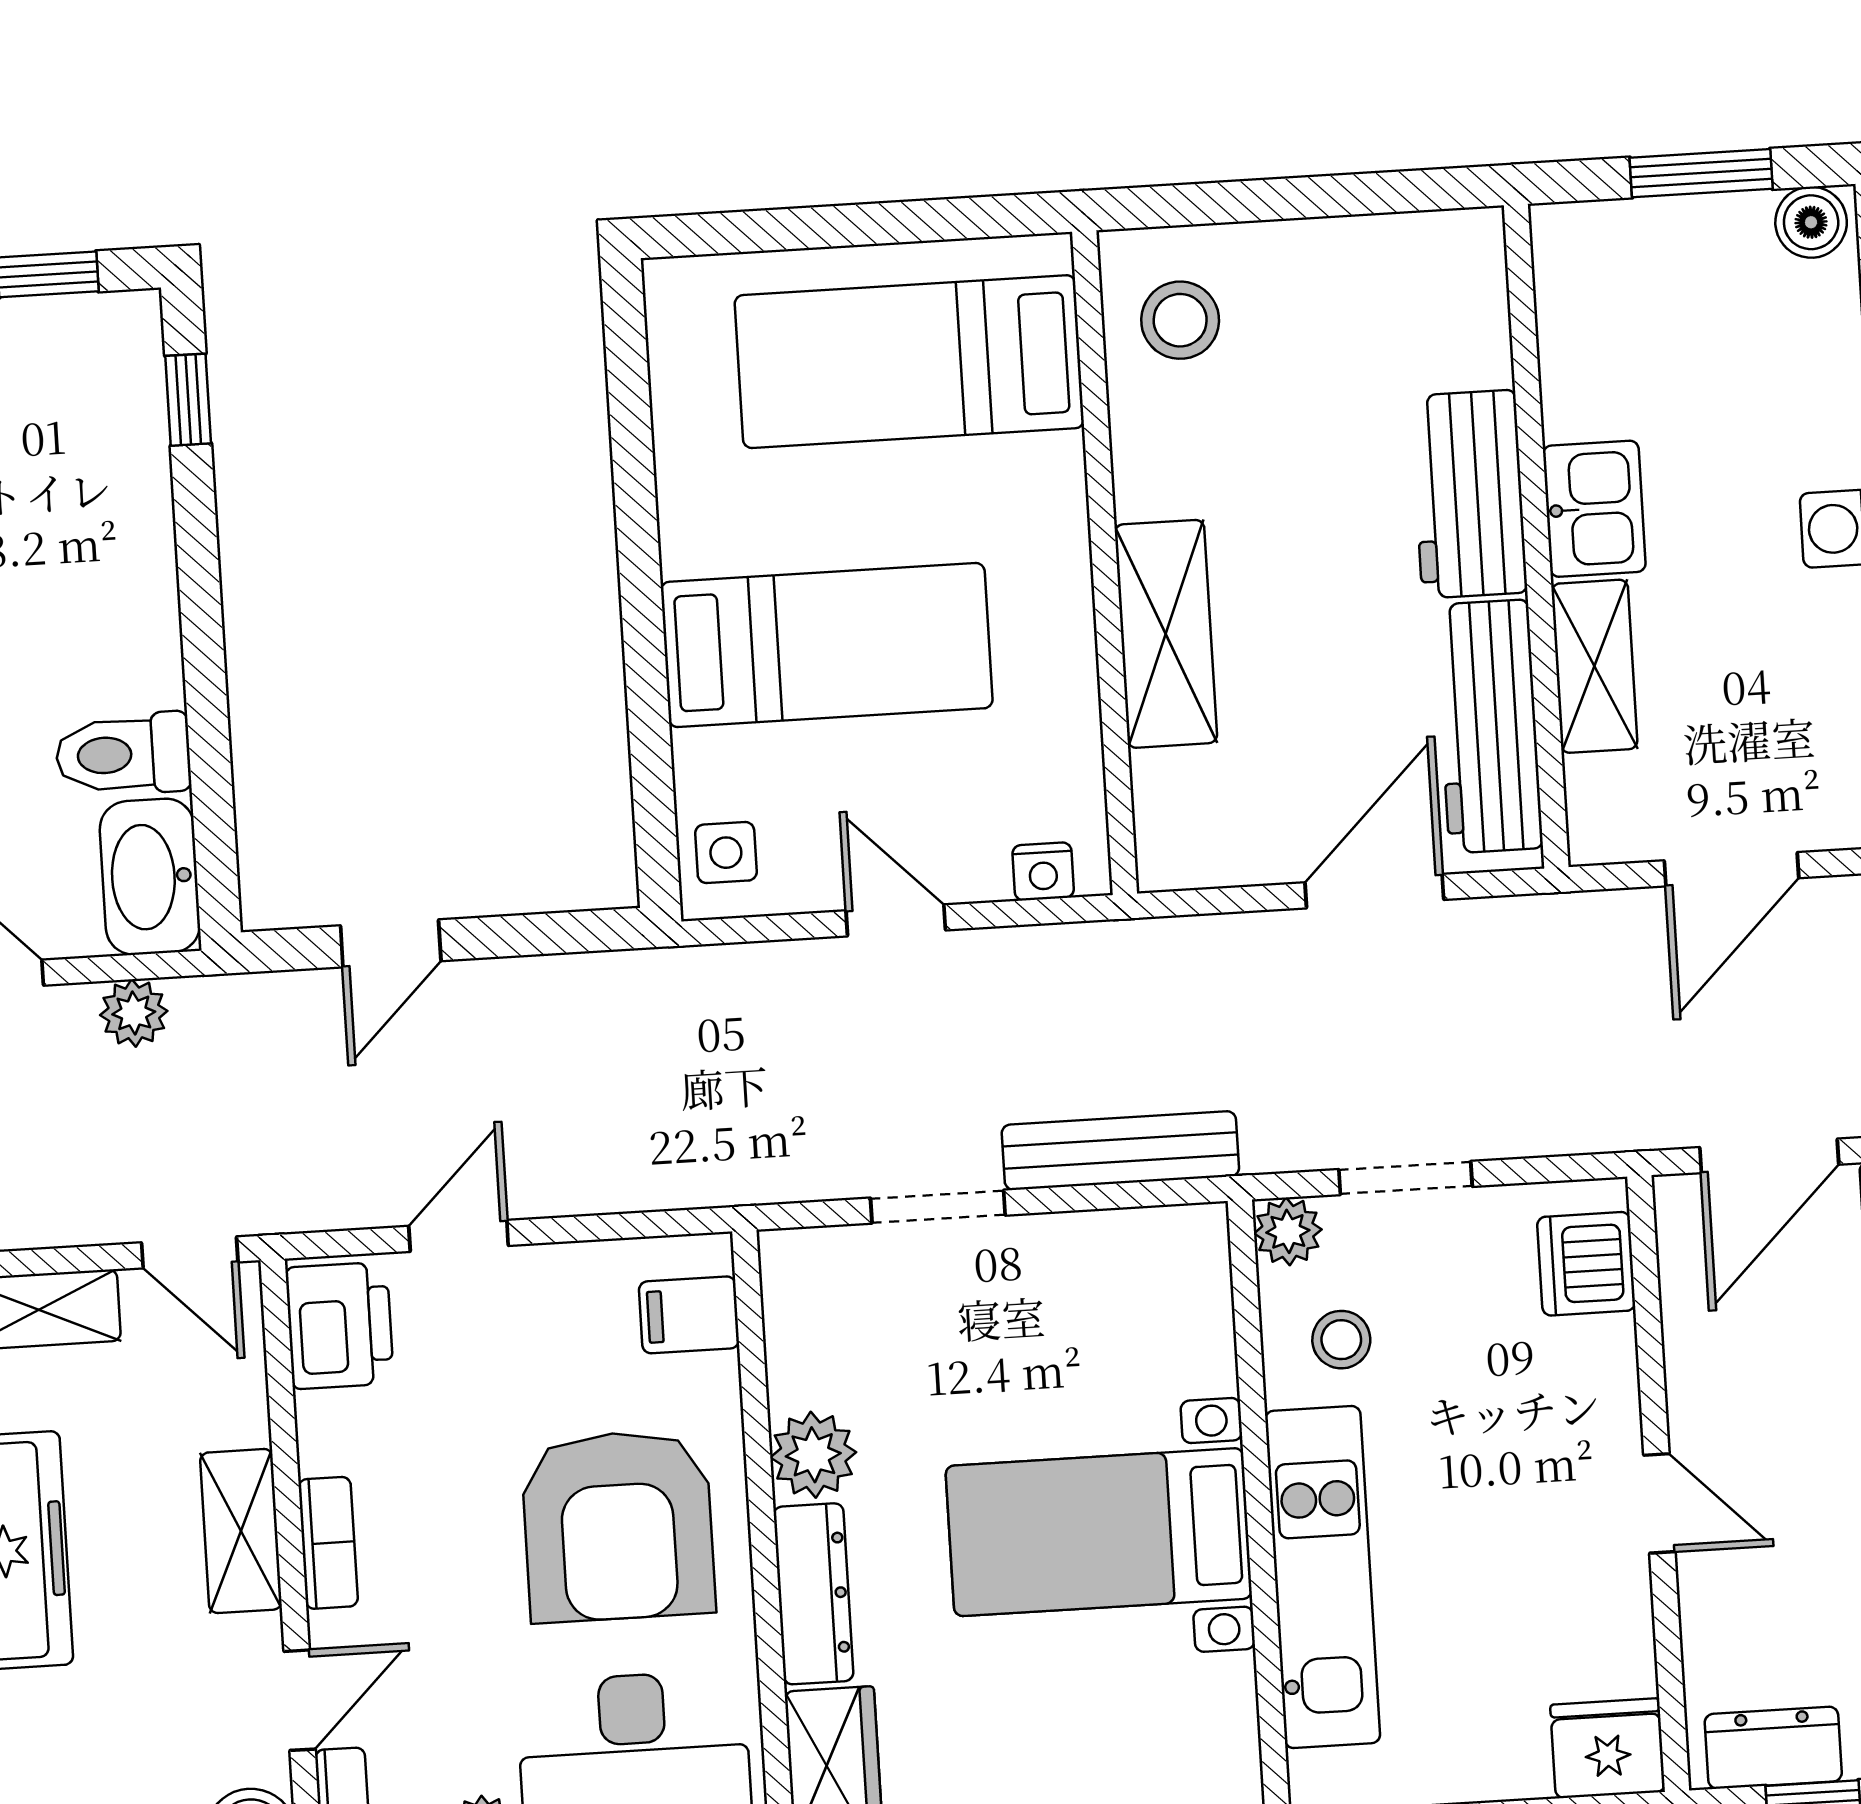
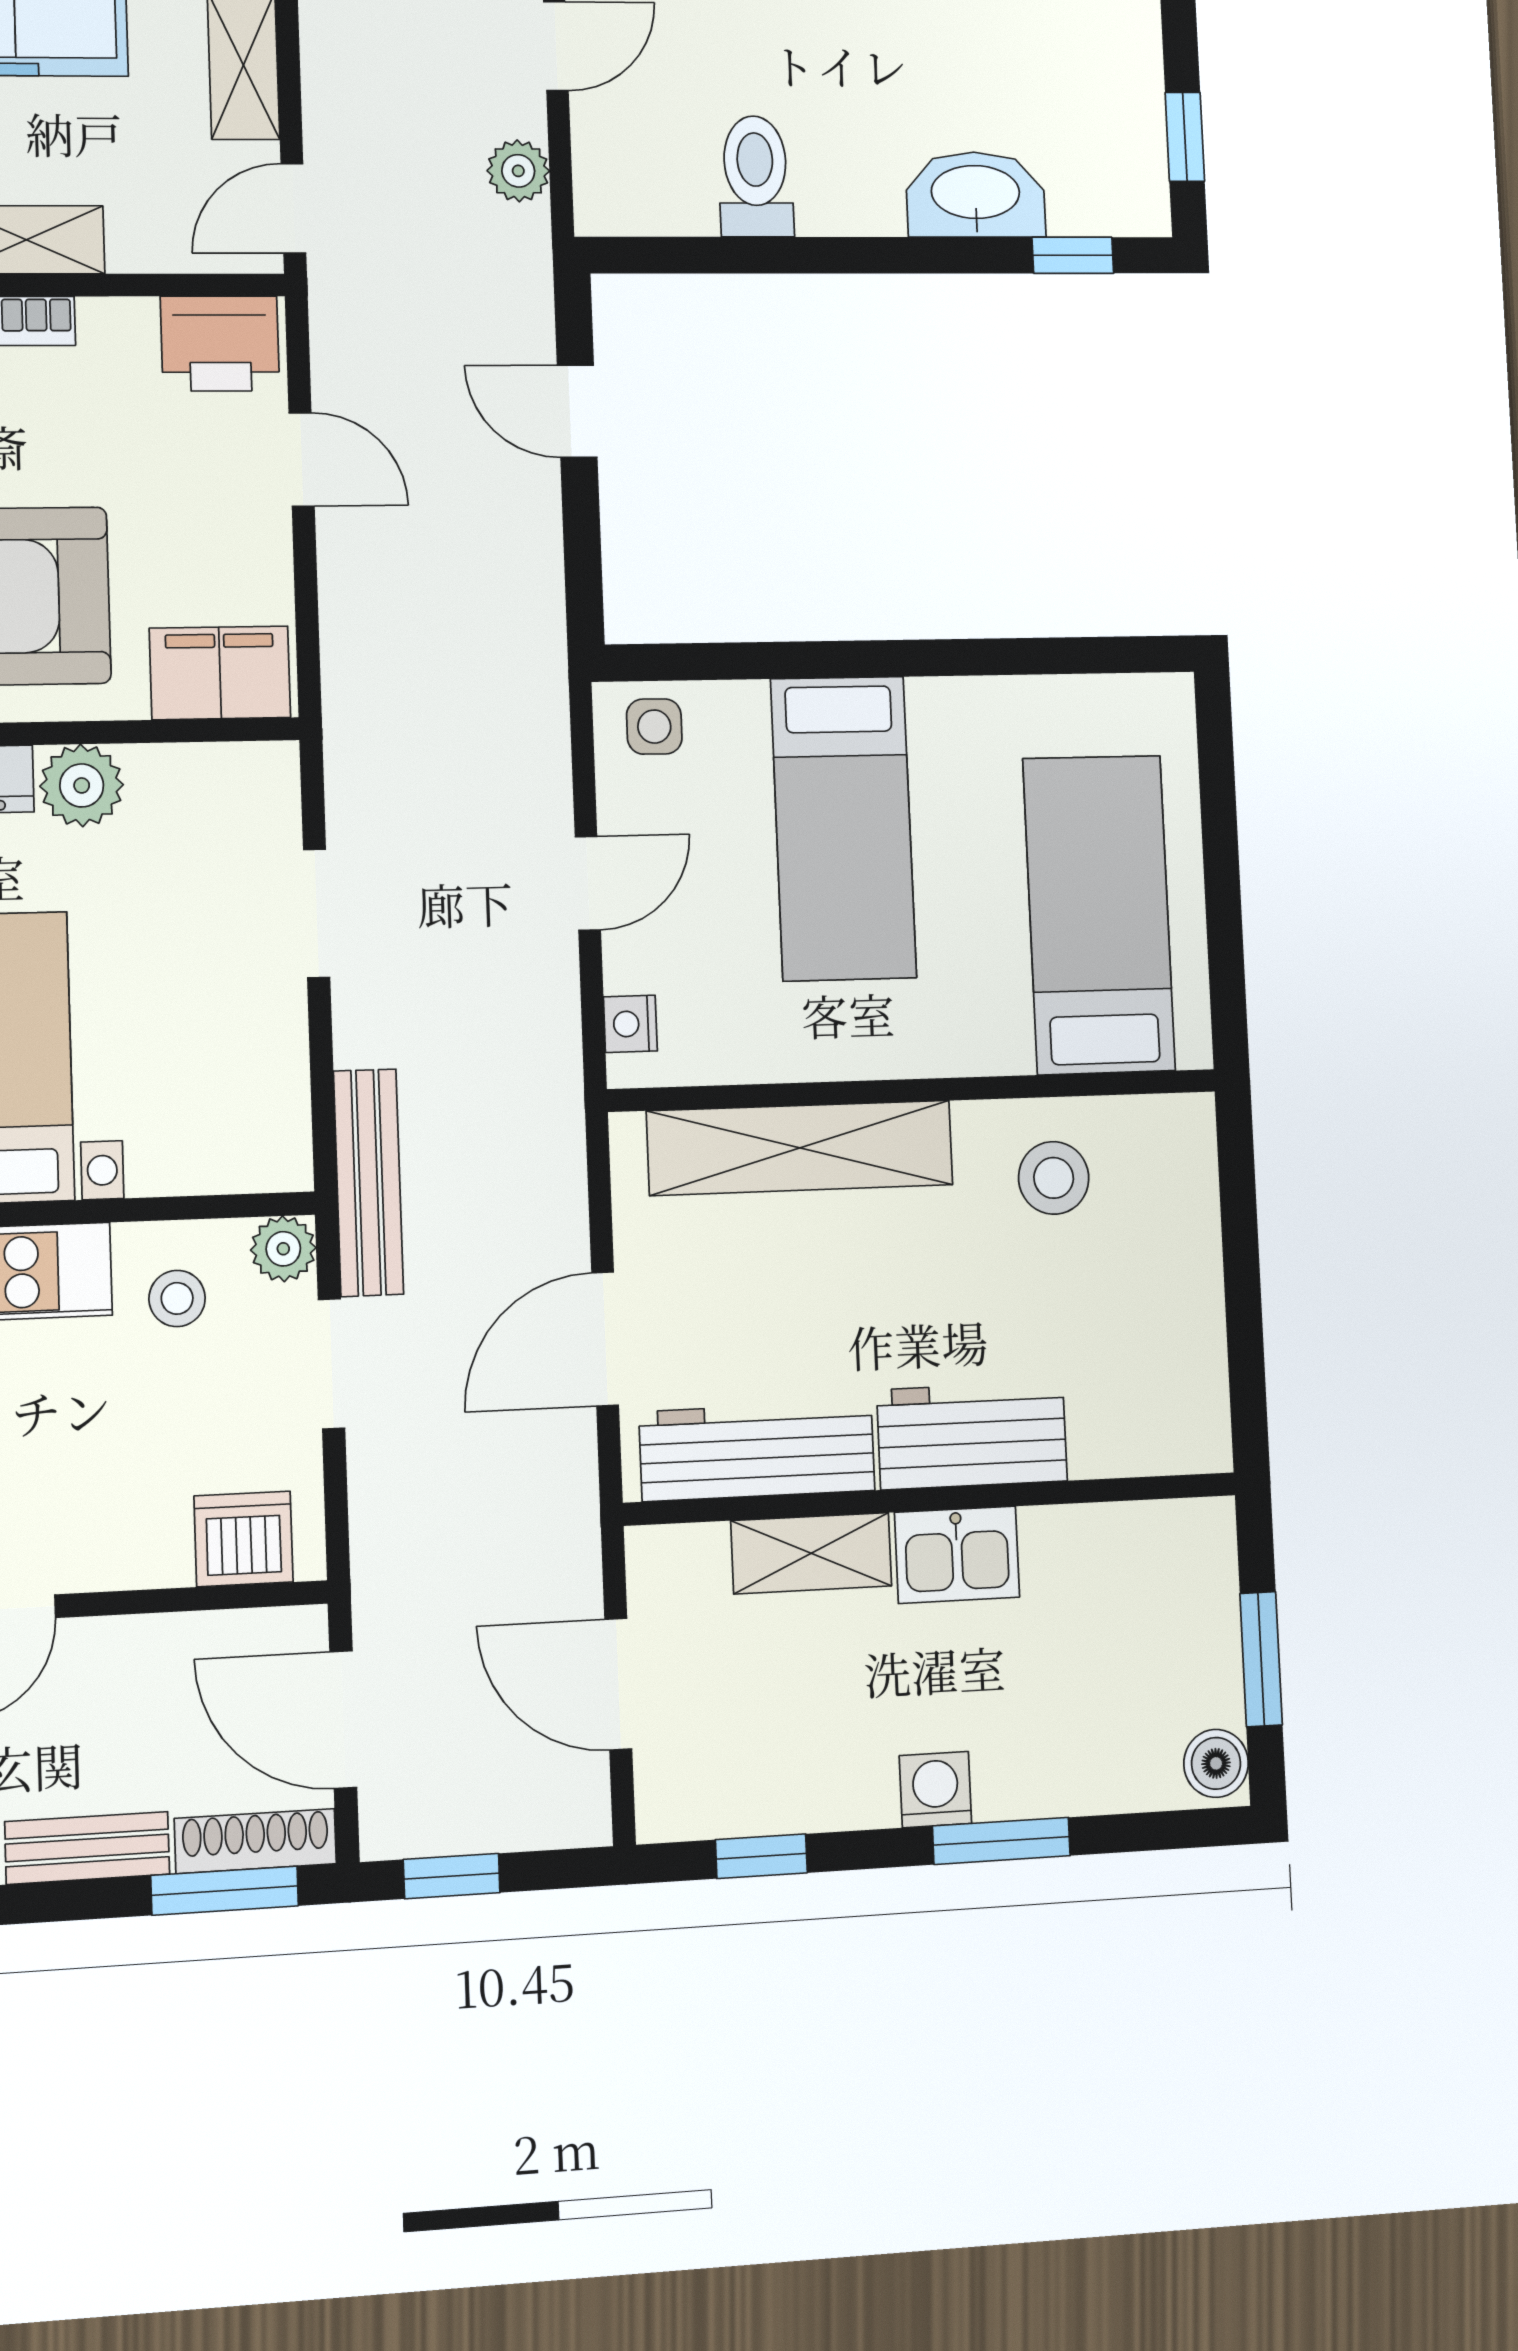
stool: (1180, 320) -> (1054, 1178), moved
shelving: (1166, 634) -> (800, 1148), width x1.47
washbasin: (150, 877) -> (975, 195), moved
door: (1374, 891) -> (605, 1339), swing flipped
bench: (1120, 1151) -> (368, 1183), moved
filing cabinet: (689, 1315) -> (220, 673), width x2.00

